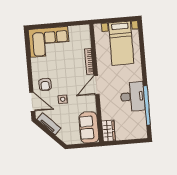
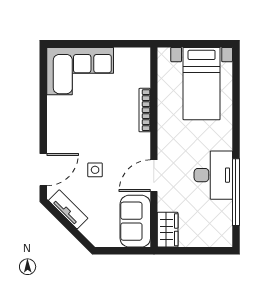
armchair: (45, 84) -> (67, 143), removed
door: (96, 85) -> (154, 176), moved
door: (32, 102) -> (43, 170), hinge flipped

